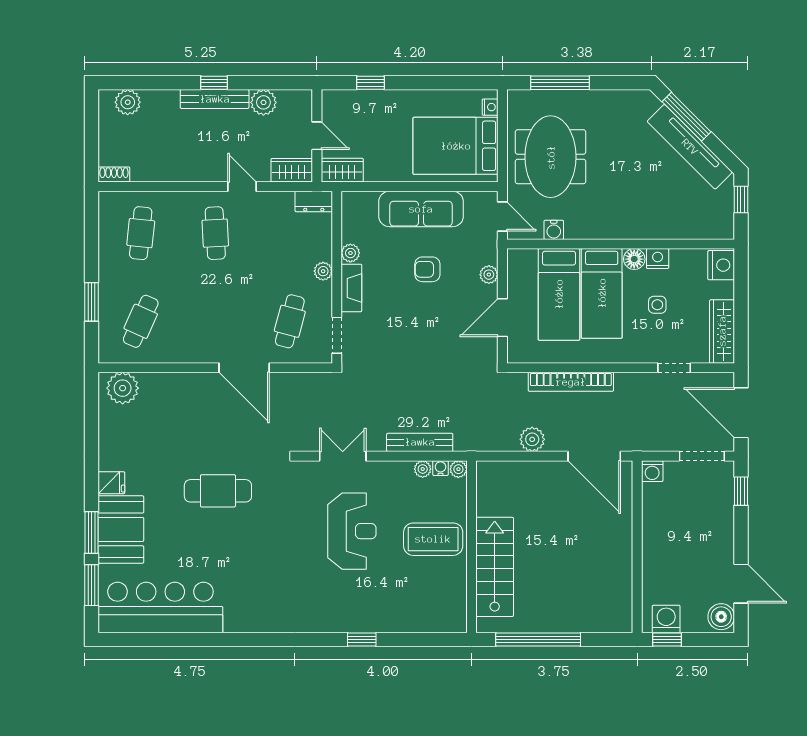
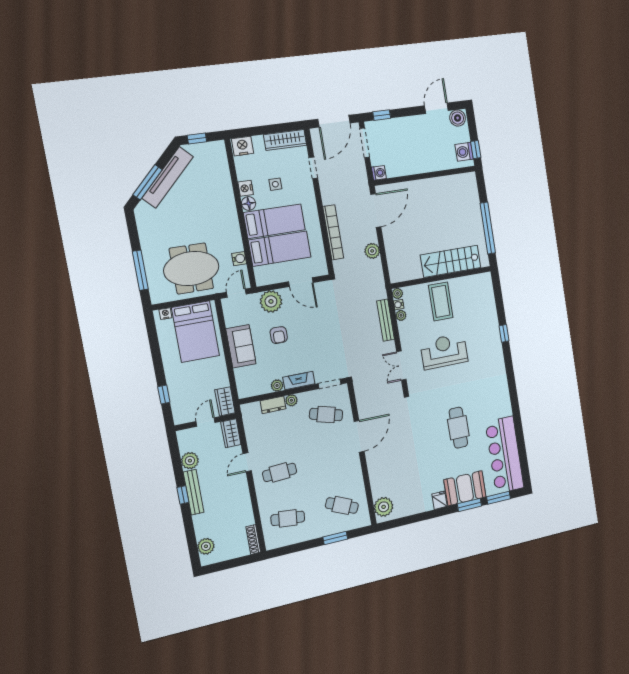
shoe rack: (114, 175) -> (253, 539), width x1.43
dresser: (314, 201) -> (273, 405), moved, turned 90
sofa: (421, 209) -> (241, 346), width x0.73
plant: (489, 275) -> (271, 301), width x1.87, depth x1.87
cafe table: (218, 491) -> (458, 428), moved

